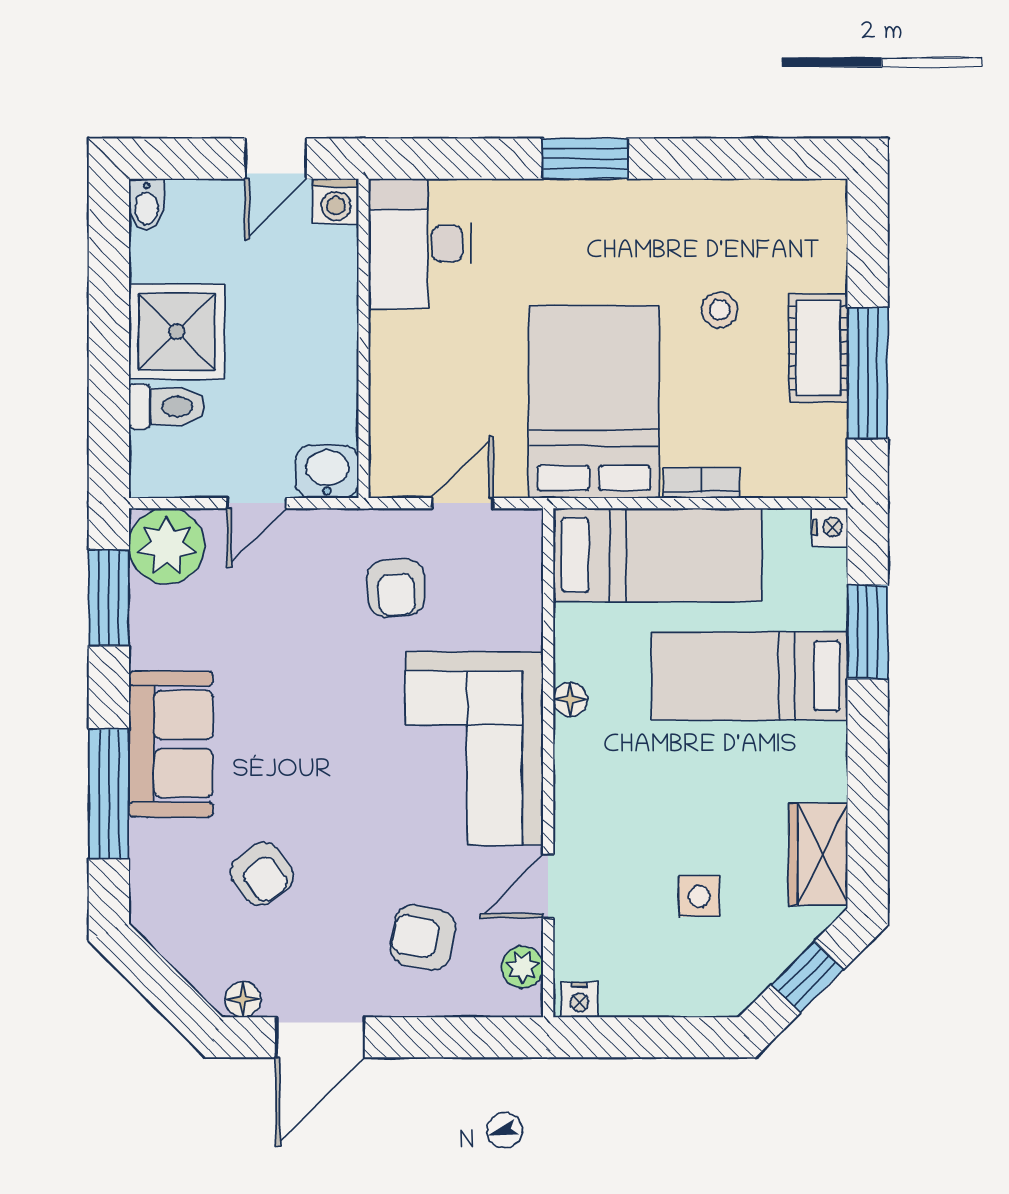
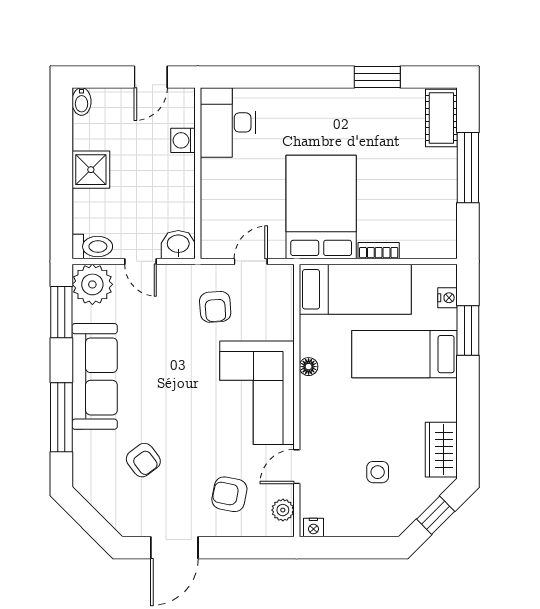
window: (585, 159) -> (377, 77), moved
washing machine: (336, 201) -> (183, 140), moved, turned 90
stool: (719, 310) -> (388, 158), removed
shower: (177, 332) -> (91, 170), width x0.73, depth x0.73
cot: (818, 348) -> (441, 118), moved
window: (868, 373) -> (468, 168), moved
toilet: (167, 407) -> (92, 247), moved
door: (257, 503) -> (141, 261), hinge flipped
nightstand: (830, 527) -> (447, 298), moved
sofa: (171, 744) -> (95, 376), width x1.36
floor lamp: (243, 999) -> (133, 527), removed

